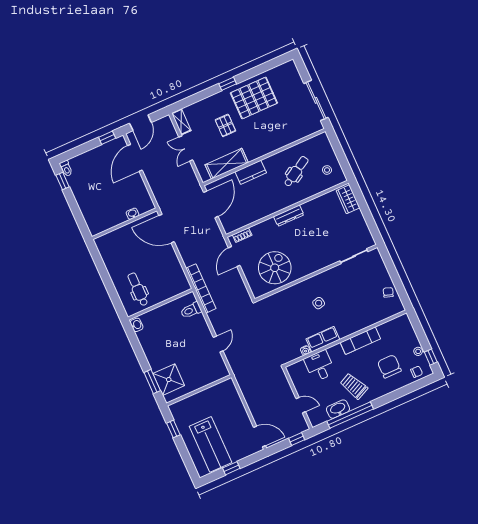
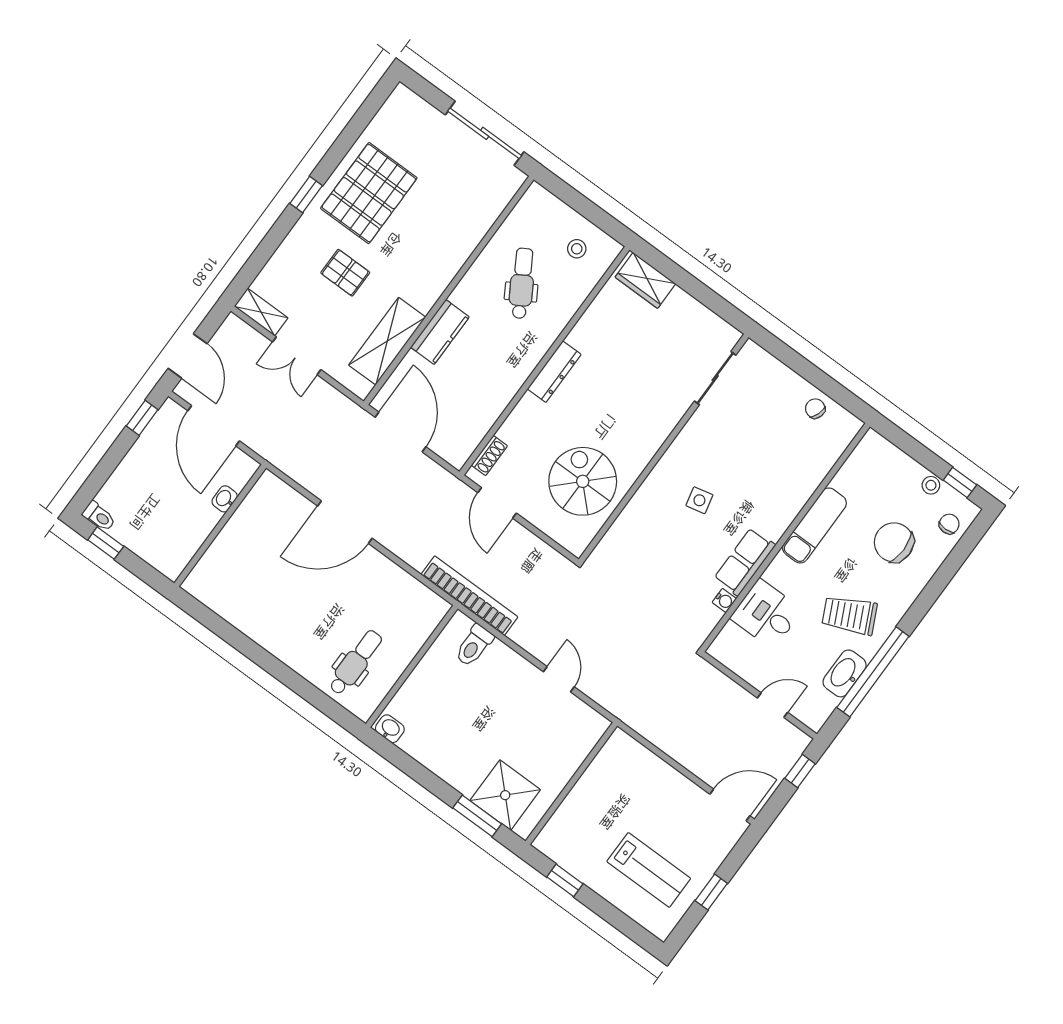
washbasin: (132, 214) -> (225, 499), moved
wall: (124, 224) -> (220, 526), moved
dental chair: (138, 289) -> (355, 662), turned 90
lab bench: (211, 444) -> (649, 870), width x0.73, depth x0.72

